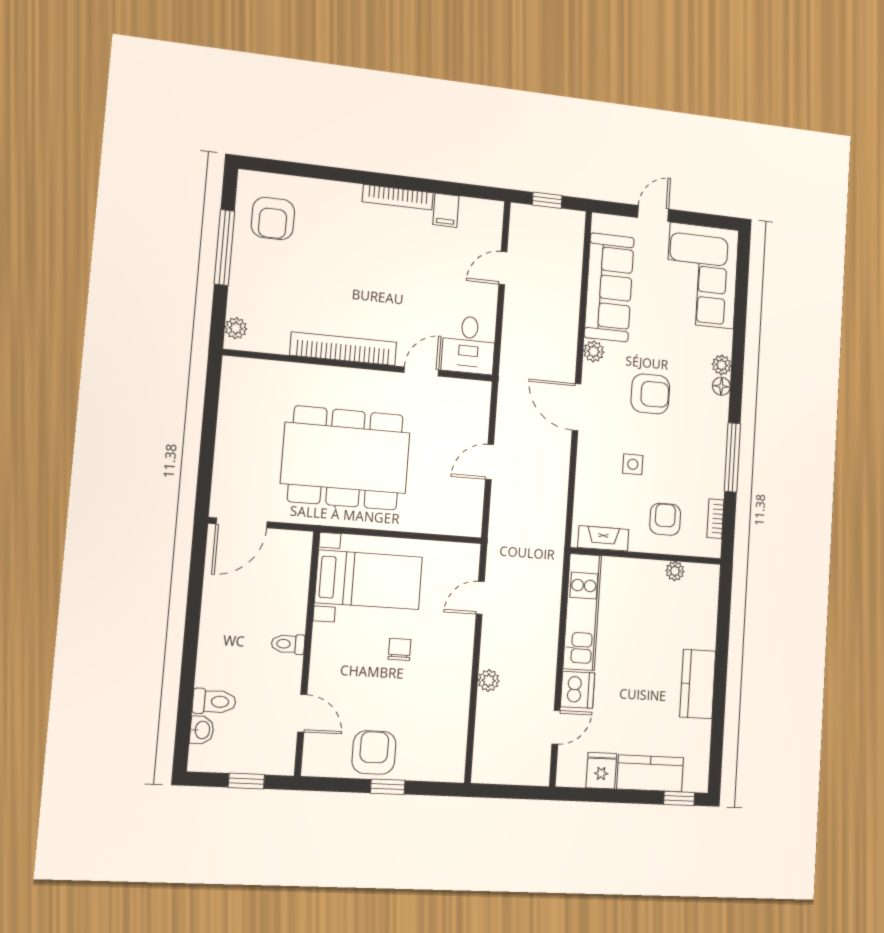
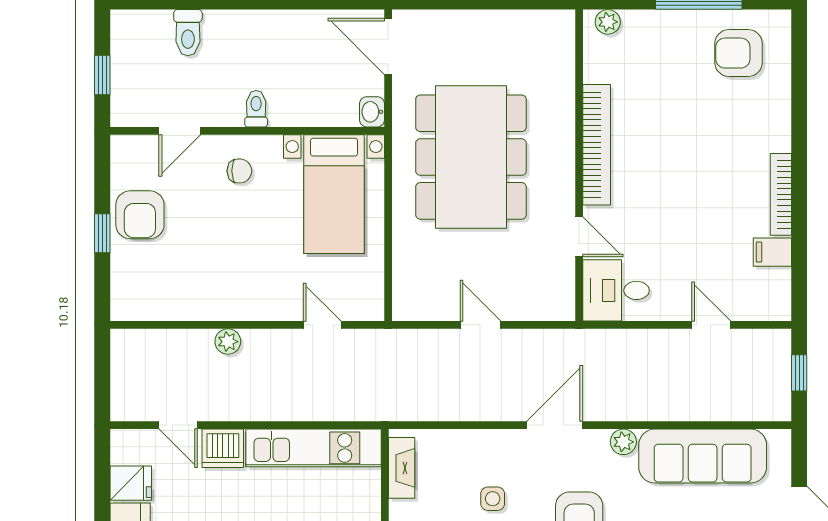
chair: (400, 649) -> (239, 171), moved
washbasin: (202, 730) -> (372, 112), moved, turned 90
armchair: (374, 752) -> (140, 215), turned 90

